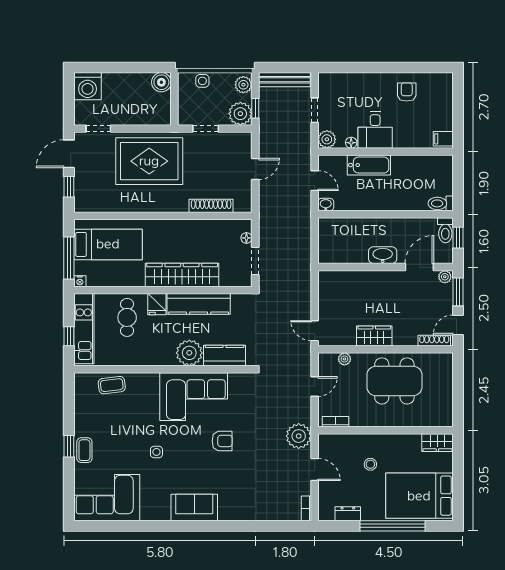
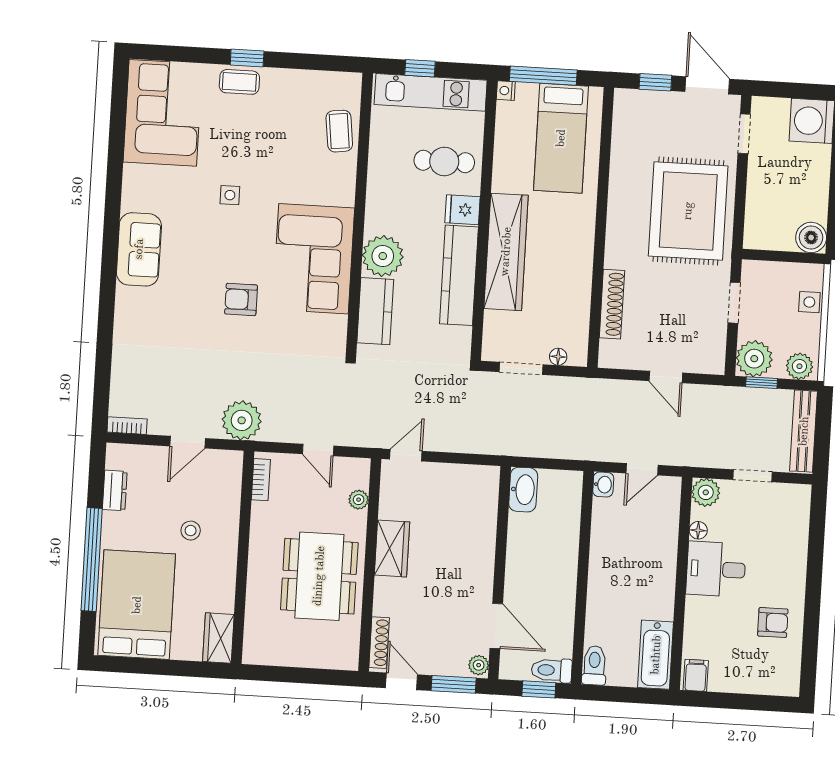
bathtub: (369, 165) -> (656, 655), moved
washbasin: (383, 255) -> (523, 490), moved
armchair: (222, 441) -> (241, 299), turned 90

